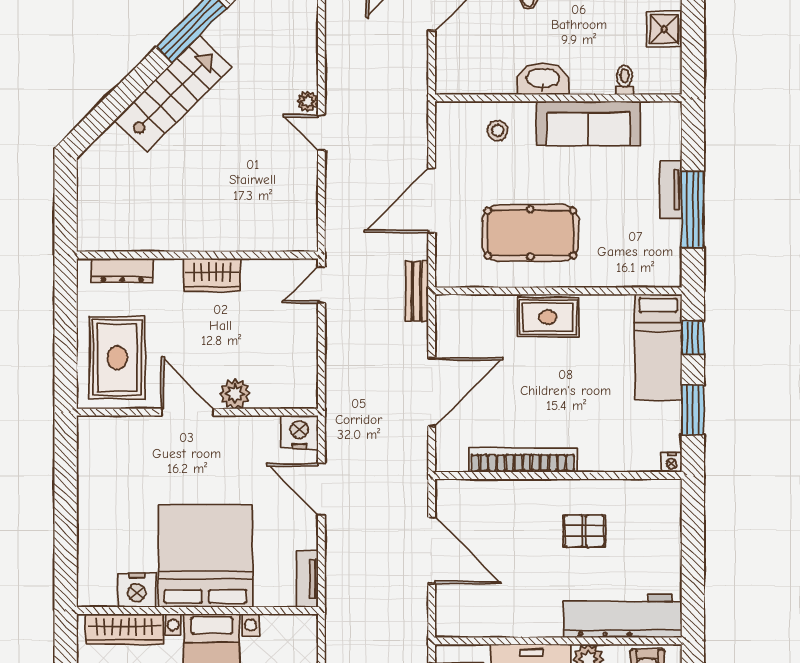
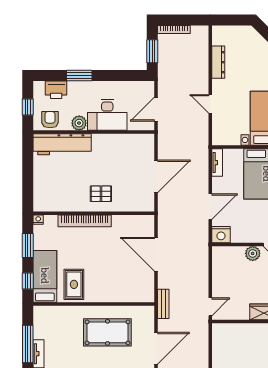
rug: (548, 317) -> (74, 284), moved, turned 90
door: (432, 392) -> (156, 254), hinge flipped
bookcase: (523, 460) -> (85, 221), moved
door: (321, 489) -> (210, 207), hinge flipped
pallet: (584, 531) -> (101, 194), moved
door: (432, 551) -> (156, 176), swing flipped

